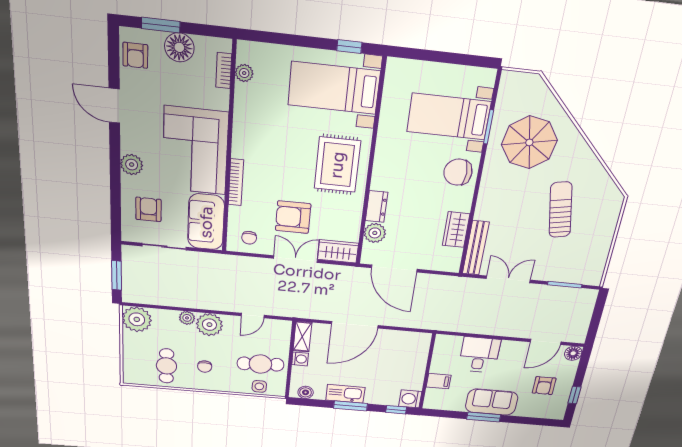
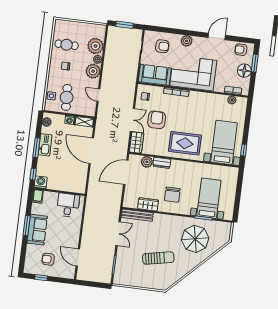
chair: (458, 172) -> (172, 195), moved, turned 180
plant: (137, 319) -> (95, 46), moved
floor lamp: (573, 353) -> (70, 274), removed
desk: (479, 355) -> (68, 205), moved, turned -90
filing cabinet: (439, 381) -> (38, 196), moved

